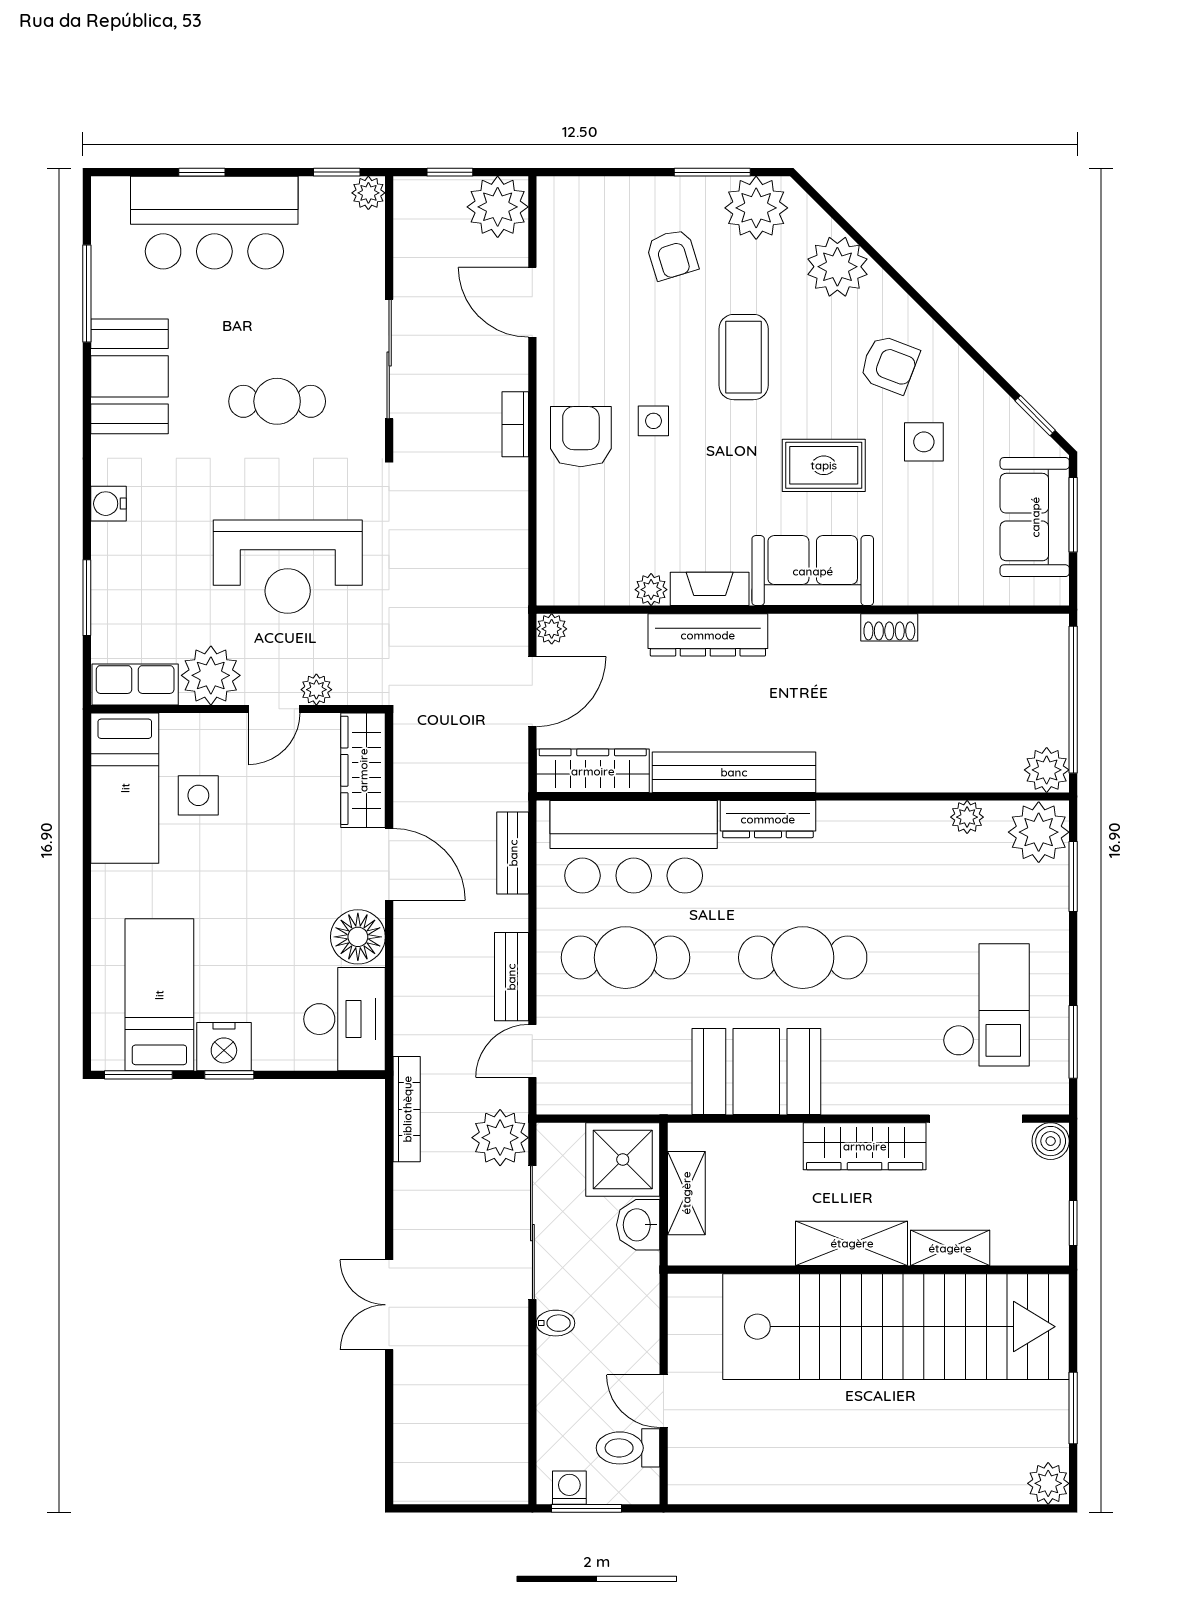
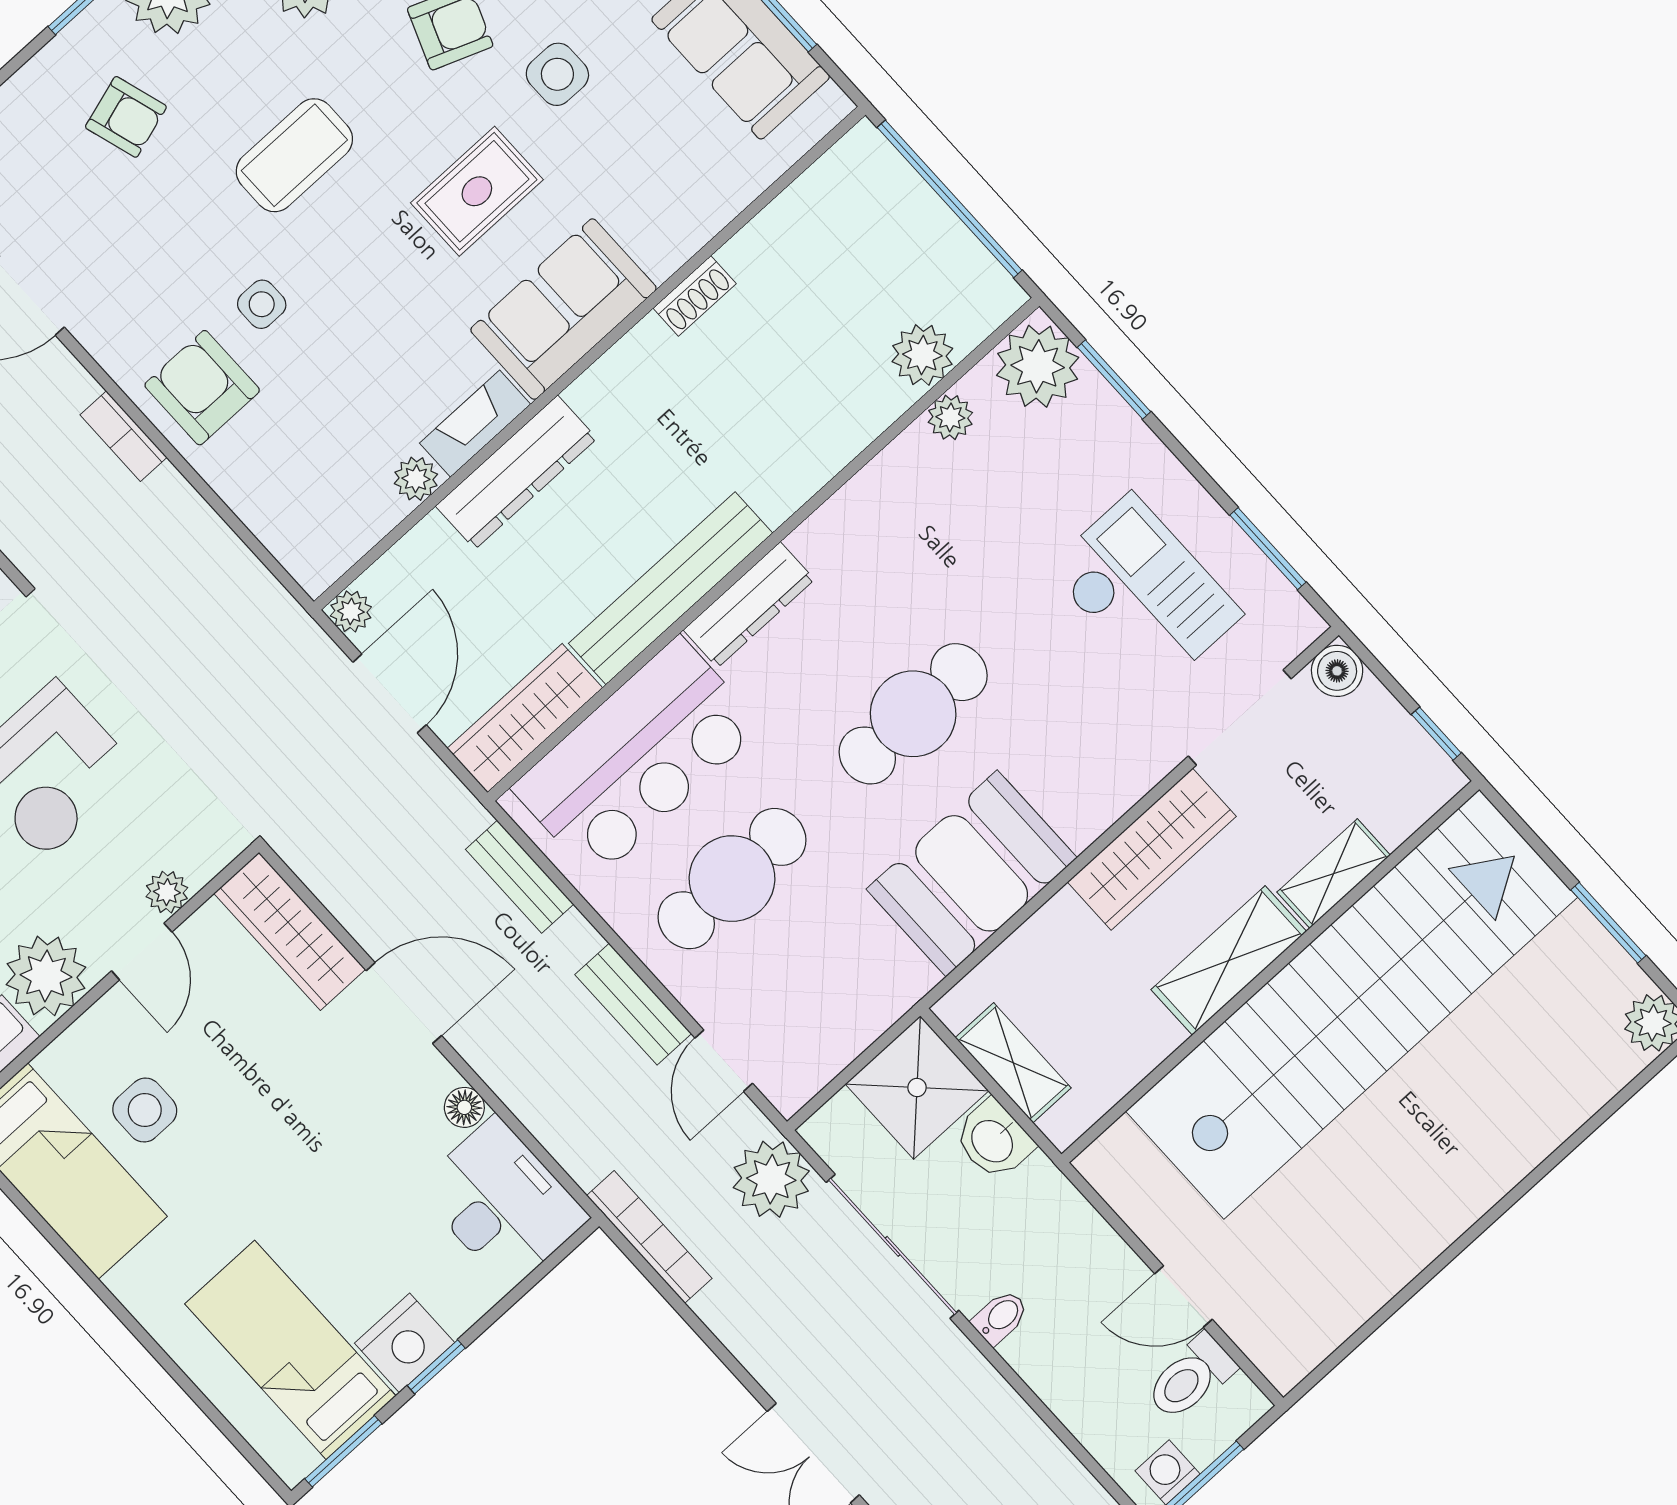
coffee table: (744, 357) -> (294, 155), turned 90
plant: (1047, 770) -> (922, 355), moved
floor lamp: (358, 937) -> (464, 1107), width x0.53, depth x0.53

